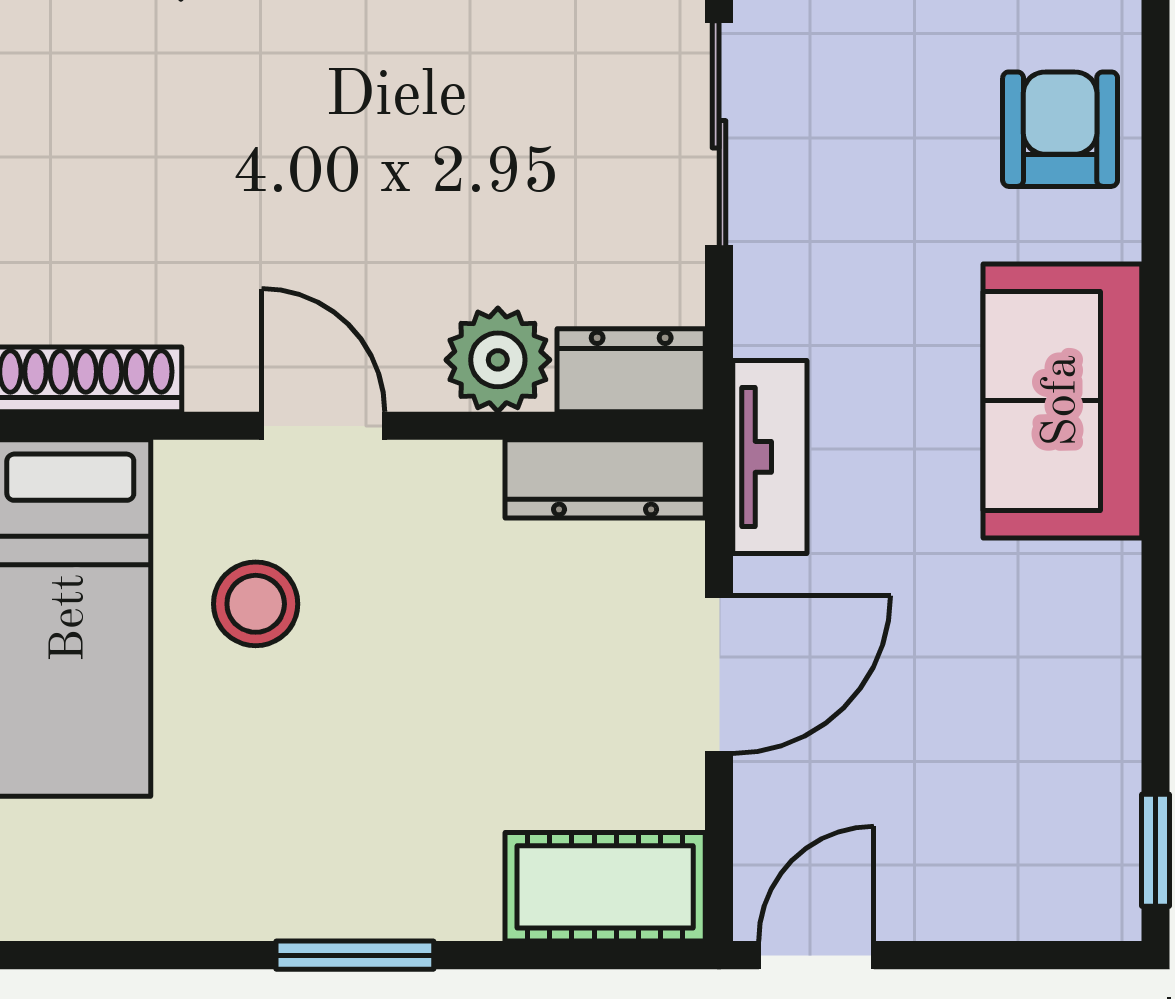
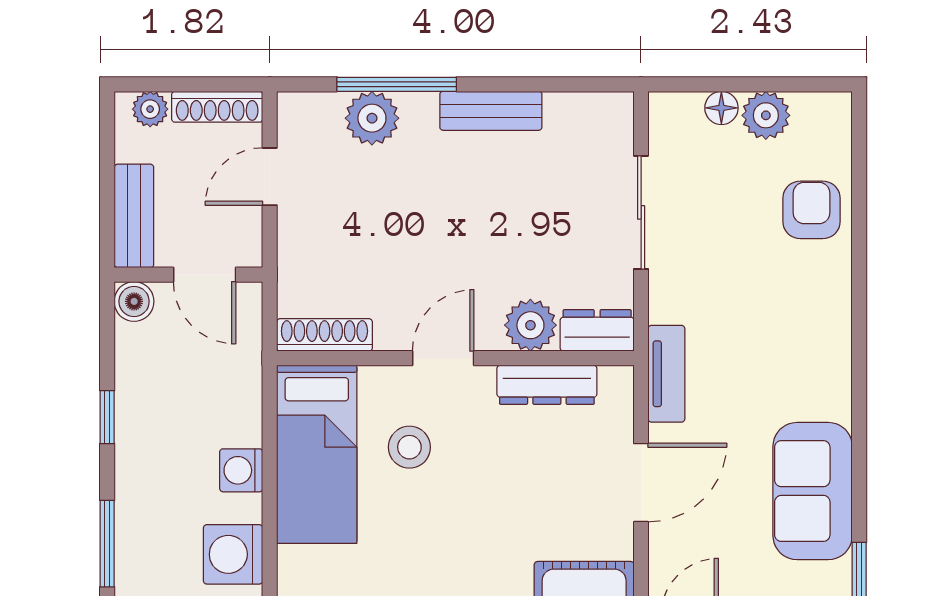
sofa: (1062, 401) -> (813, 491), moved
door: (323, 426) -> (443, 358), hinge flipped
dresser: (605, 479) -> (547, 385), moved

